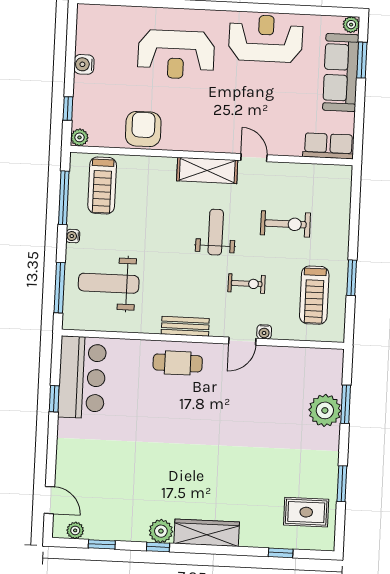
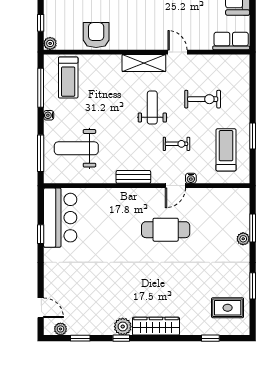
treadmill: (314, 295) -> (226, 150), turned 180
cafe table: (178, 363) -> (166, 230), moved, width x1.37, depth x1.35
plant: (325, 410) -> (243, 239), width x0.53, depth x0.53

